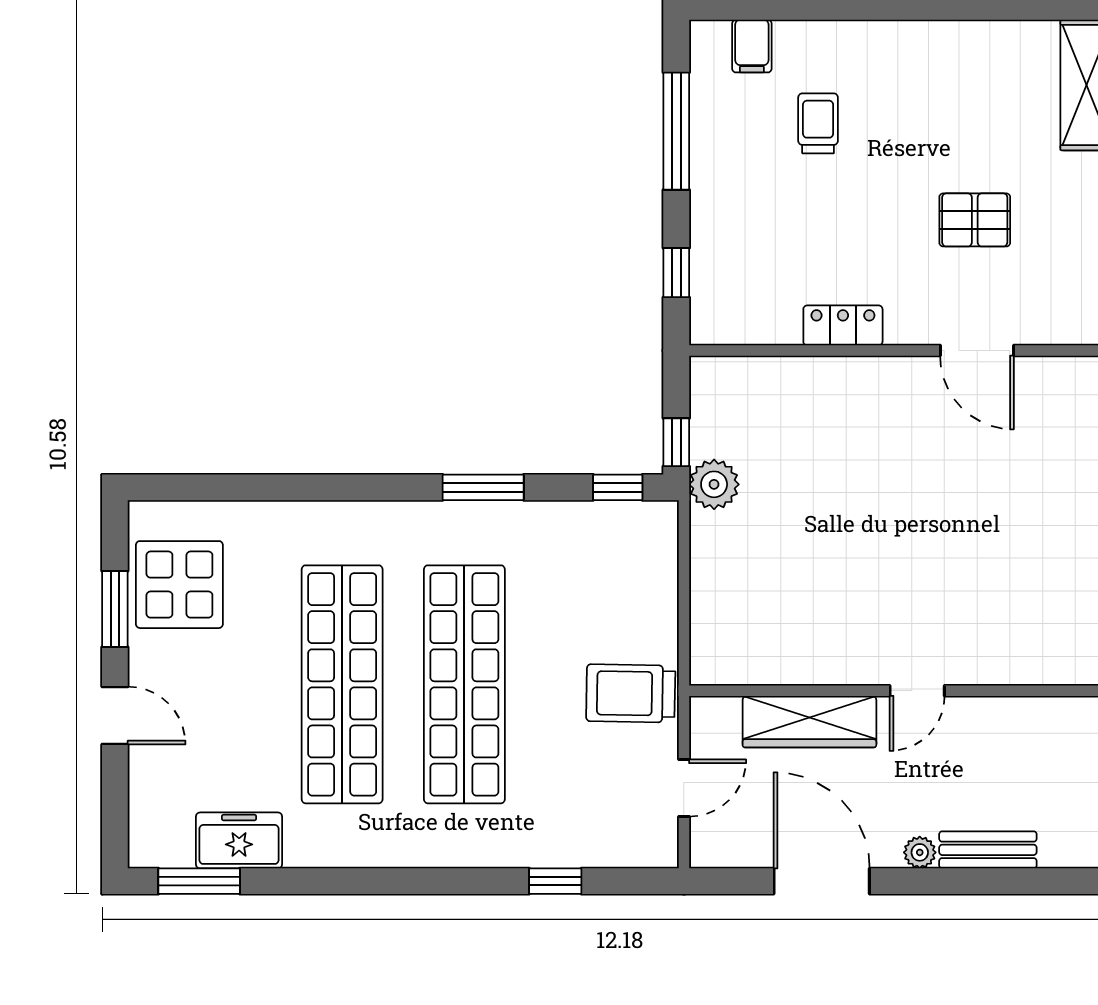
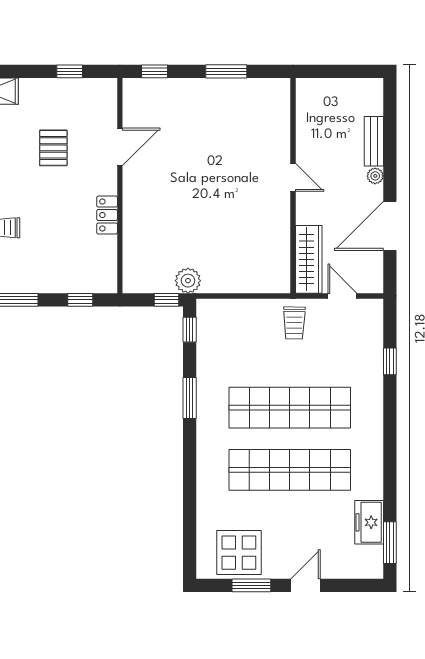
trolley: (631, 693) -> (294, 323), width x0.73, depth x0.72
wardrobe: (809, 722) -> (309, 259), moved

